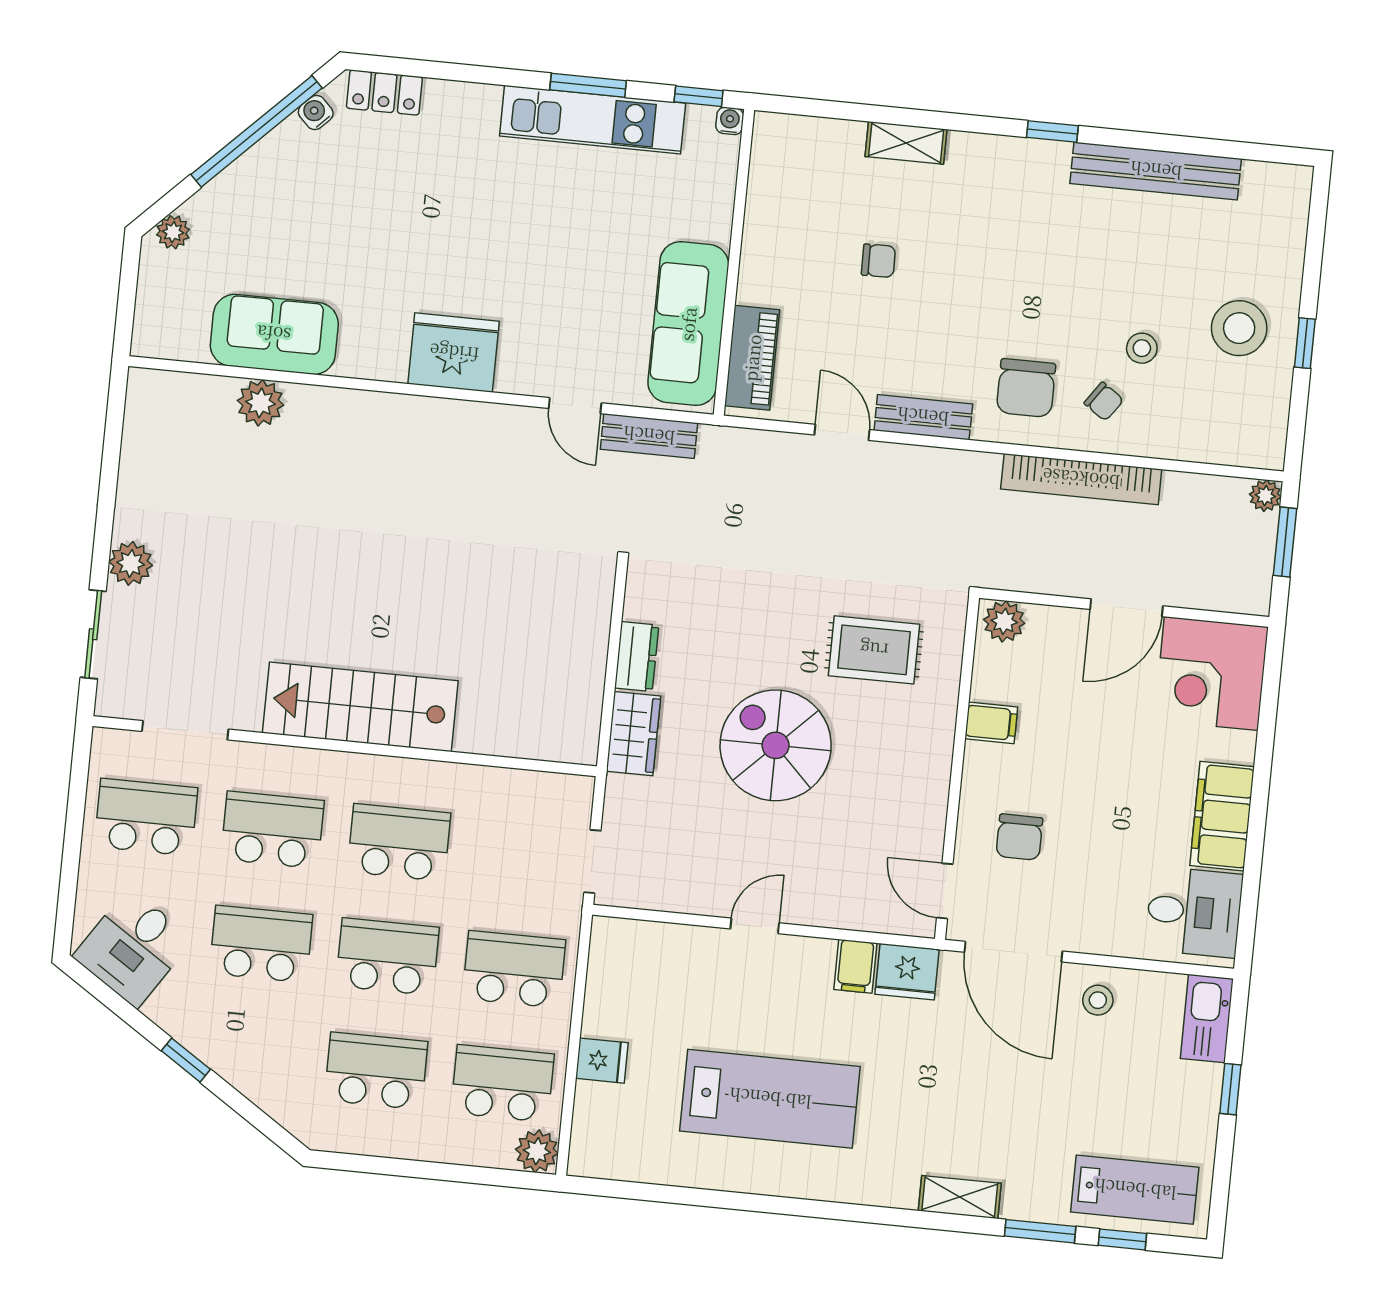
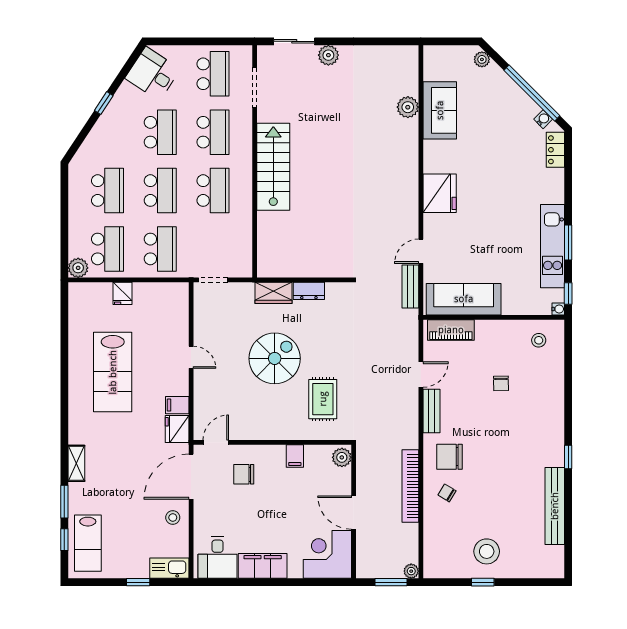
shelving: (906, 143) -> (556, 391), removed
stool: (1142, 348) -> (539, 340), moved
chair: (1104, 401) -> (447, 493), turned 86

